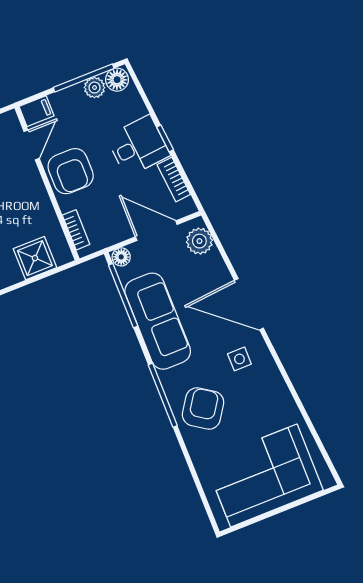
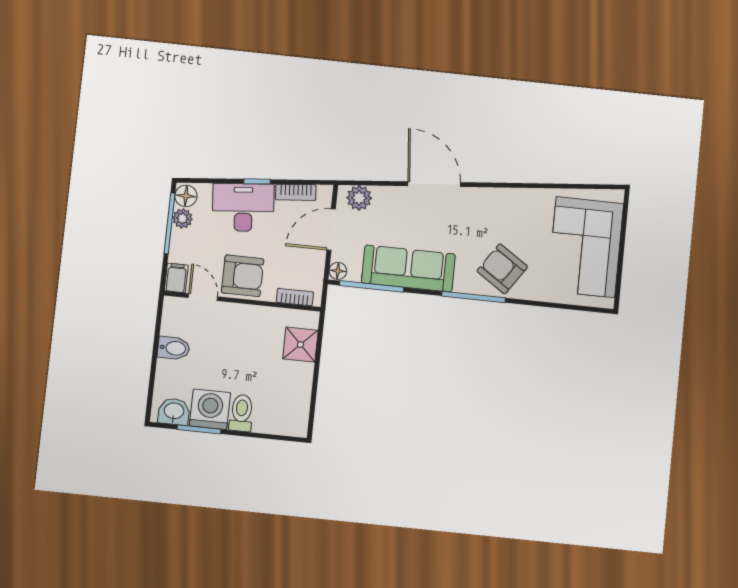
desk: (138, 146) -> (243, 207), width x1.37
door: (249, 304) -> (434, 184), swing flipped
side table: (239, 359) -> (476, 216), removed

